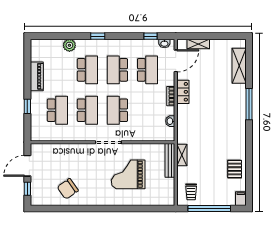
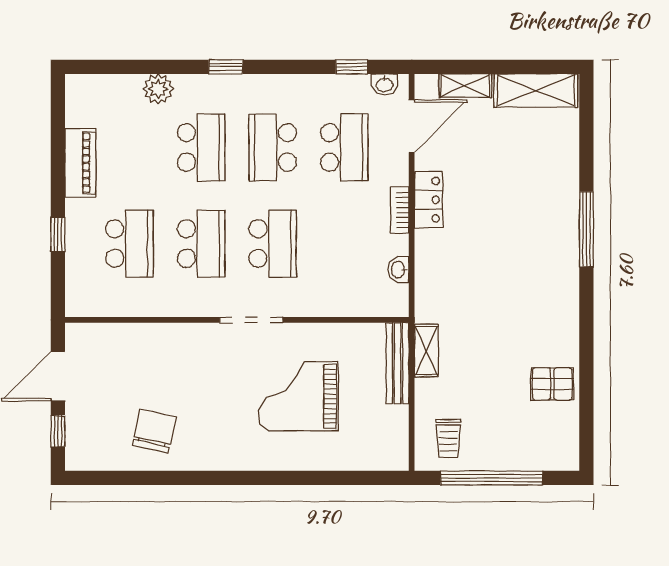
shelving: (239, 66) -> (536, 91), moved, turned 90
school desk: (117, 110) -> (273, 244), turned 180
pallet: (235, 169) -> (552, 384), turned 90
chair: (68, 189) -> (154, 431), turned 137
filing cabinet: (241, 199) -> (567, 454), removed

